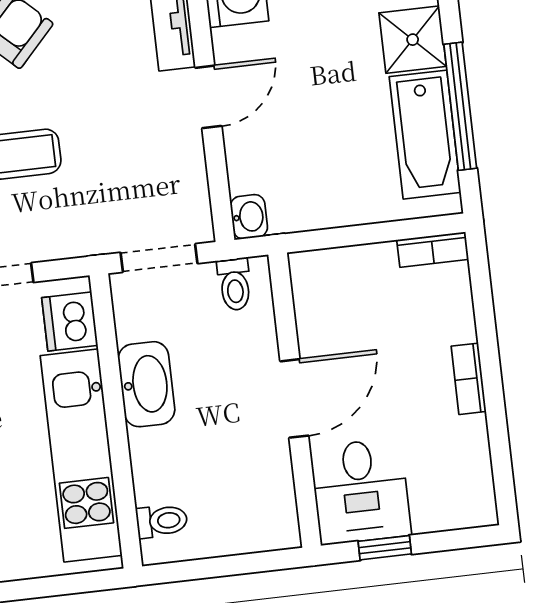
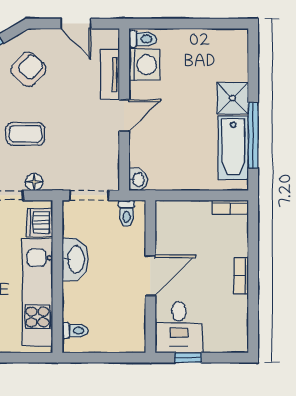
floor lamp: (50, 244) -> (34, 182), added

